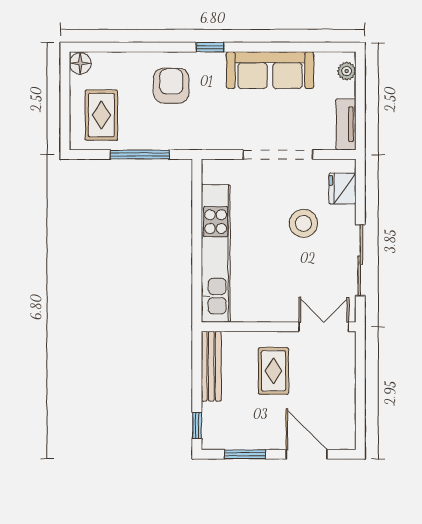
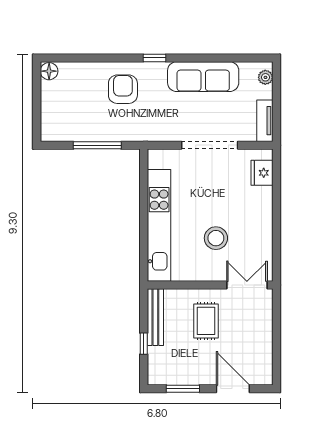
rug: (101, 115) -> (66, 113), removed
stool: (303, 223) -> (216, 238), moved
sliding door: (360, 260) -> (276, 231), removed
window: (197, 425) -> (144, 344), moved

